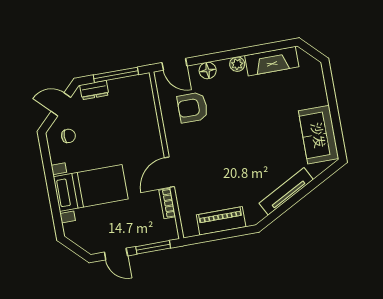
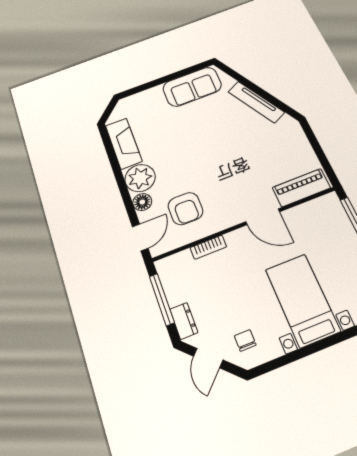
plant: (237, 64) -> (140, 178), width x1.87, depth x1.87
bookcase: (167, 203) -> (208, 247), moved
piano: (221, 221) -> (301, 188), moved, turned 90

